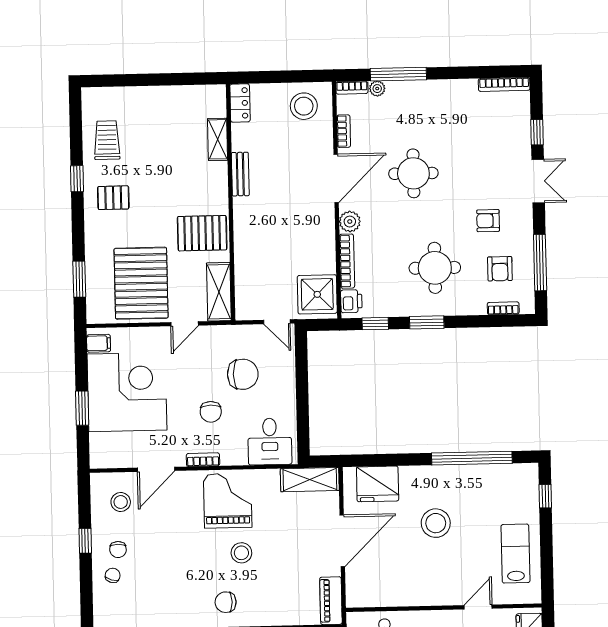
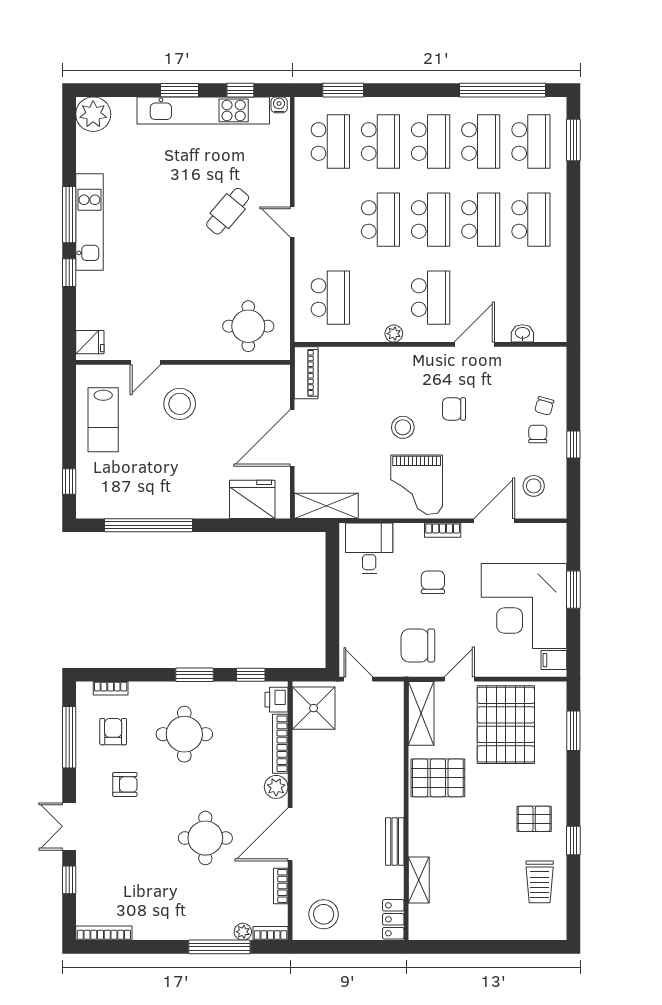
chair: (243, 374) -> (418, 646), moved
stool: (436, 523) -> (180, 404), moved
chair: (226, 602) -> (454, 409), moved, turned 180

